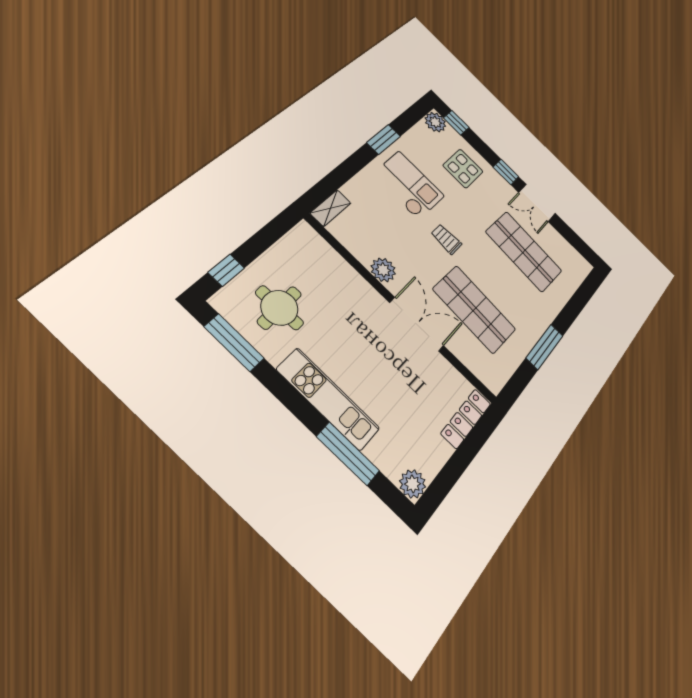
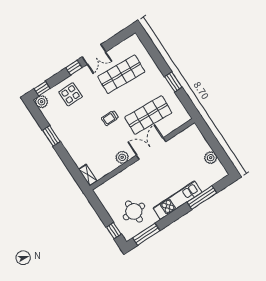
checkout: (409, 185) -> (78, 130), removed
window: (545, 347) -> (173, 82), width x0.69
locker: (466, 419) -> (199, 138), removed
plant: (413, 484) -> (211, 158), moved

